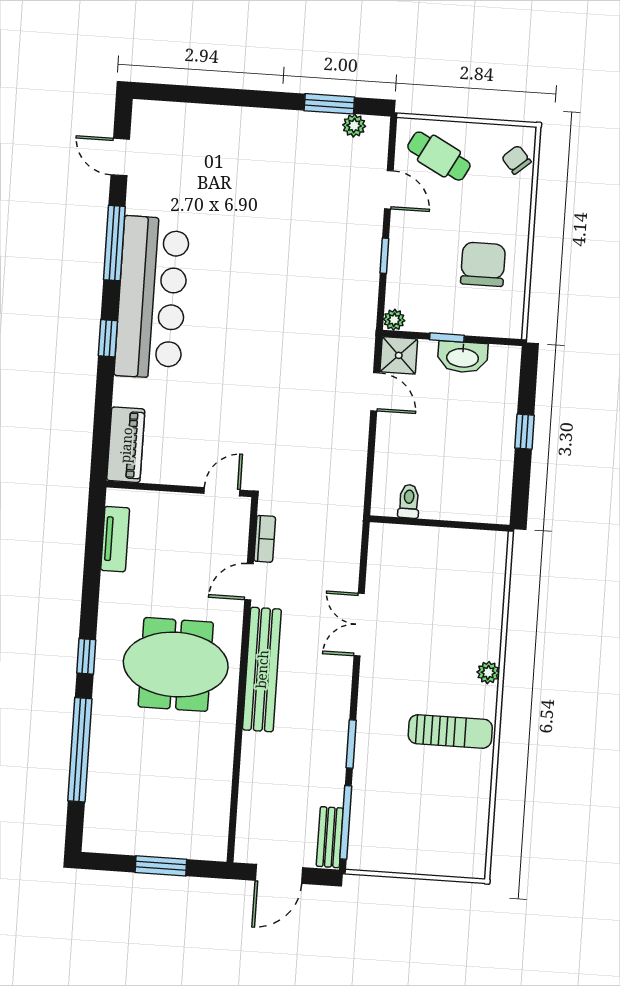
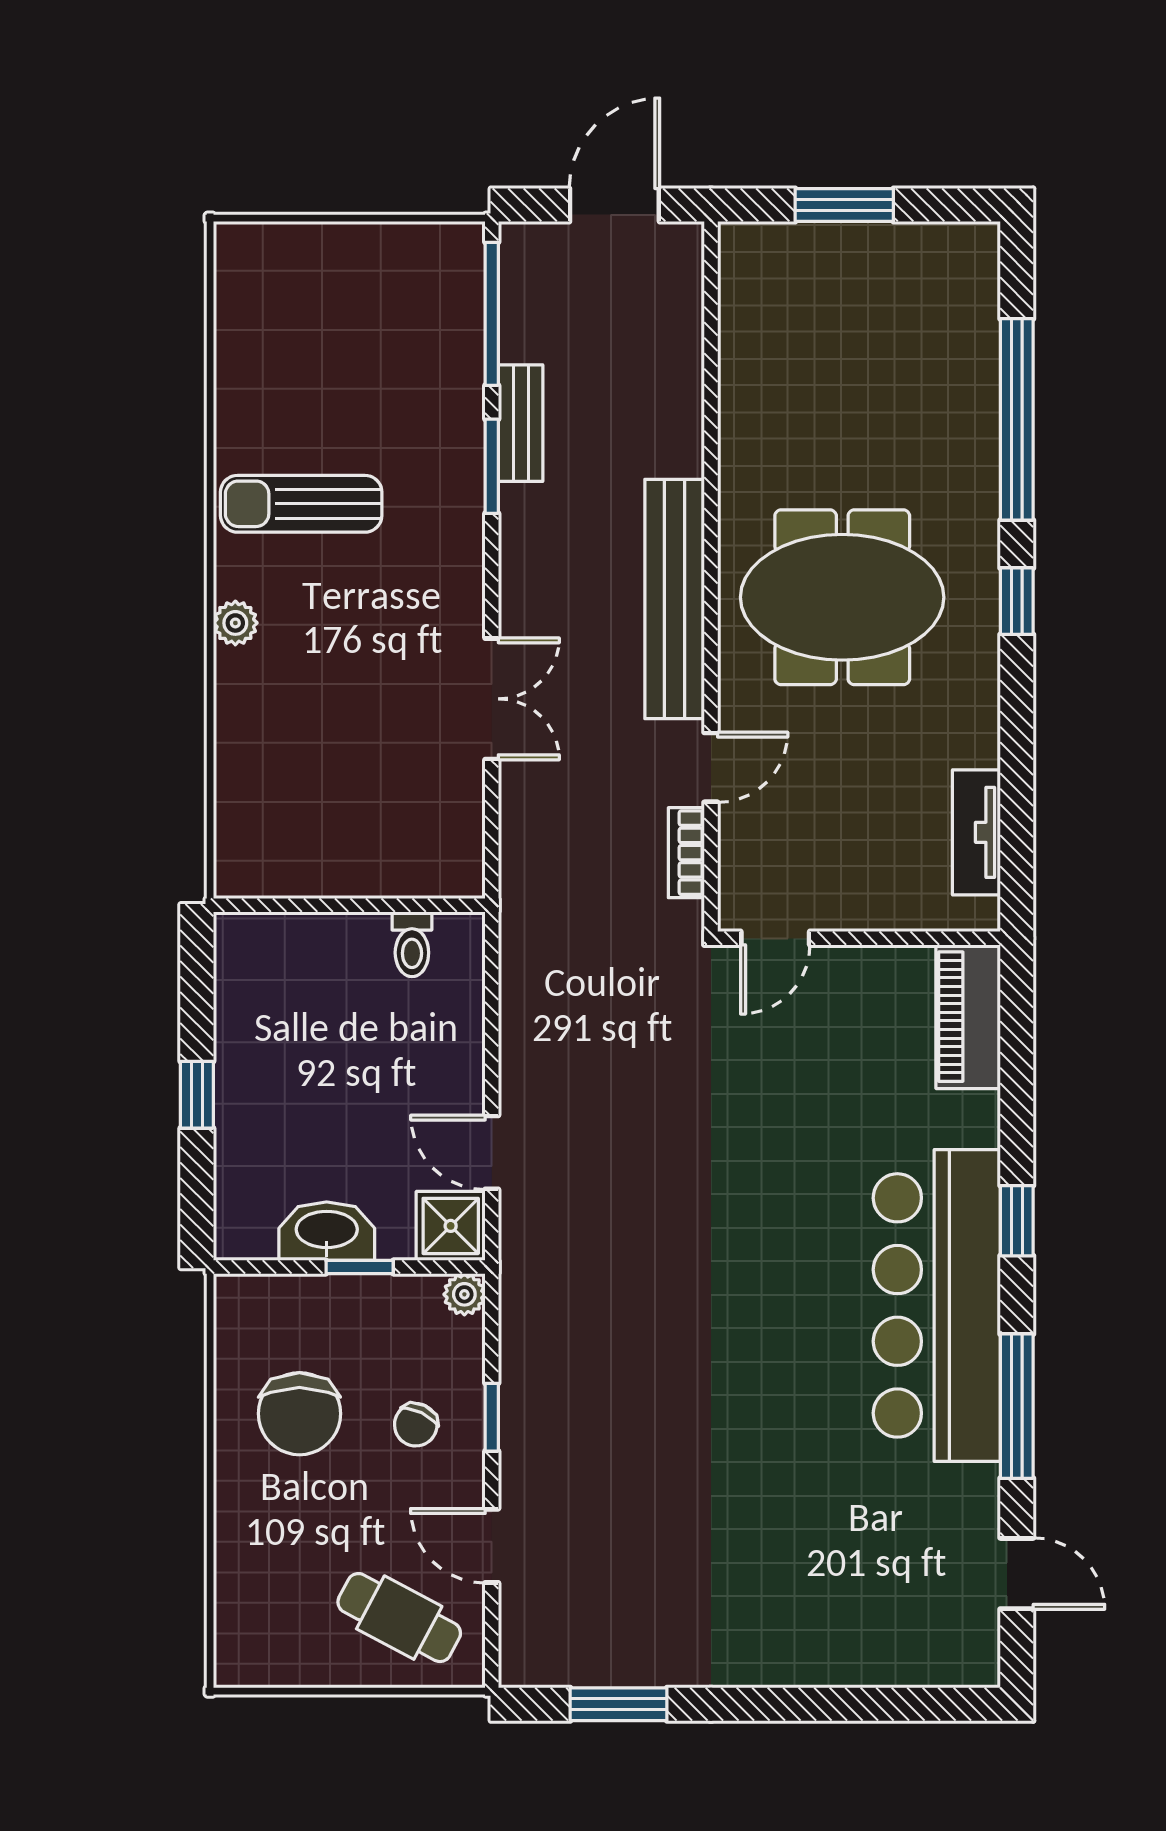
plant: (354, 126) -> (568, 1665), removed
chair: (516, 160) -> (416, 1425), moved, turned 67
bench: (330, 837) -> (521, 423), moved

